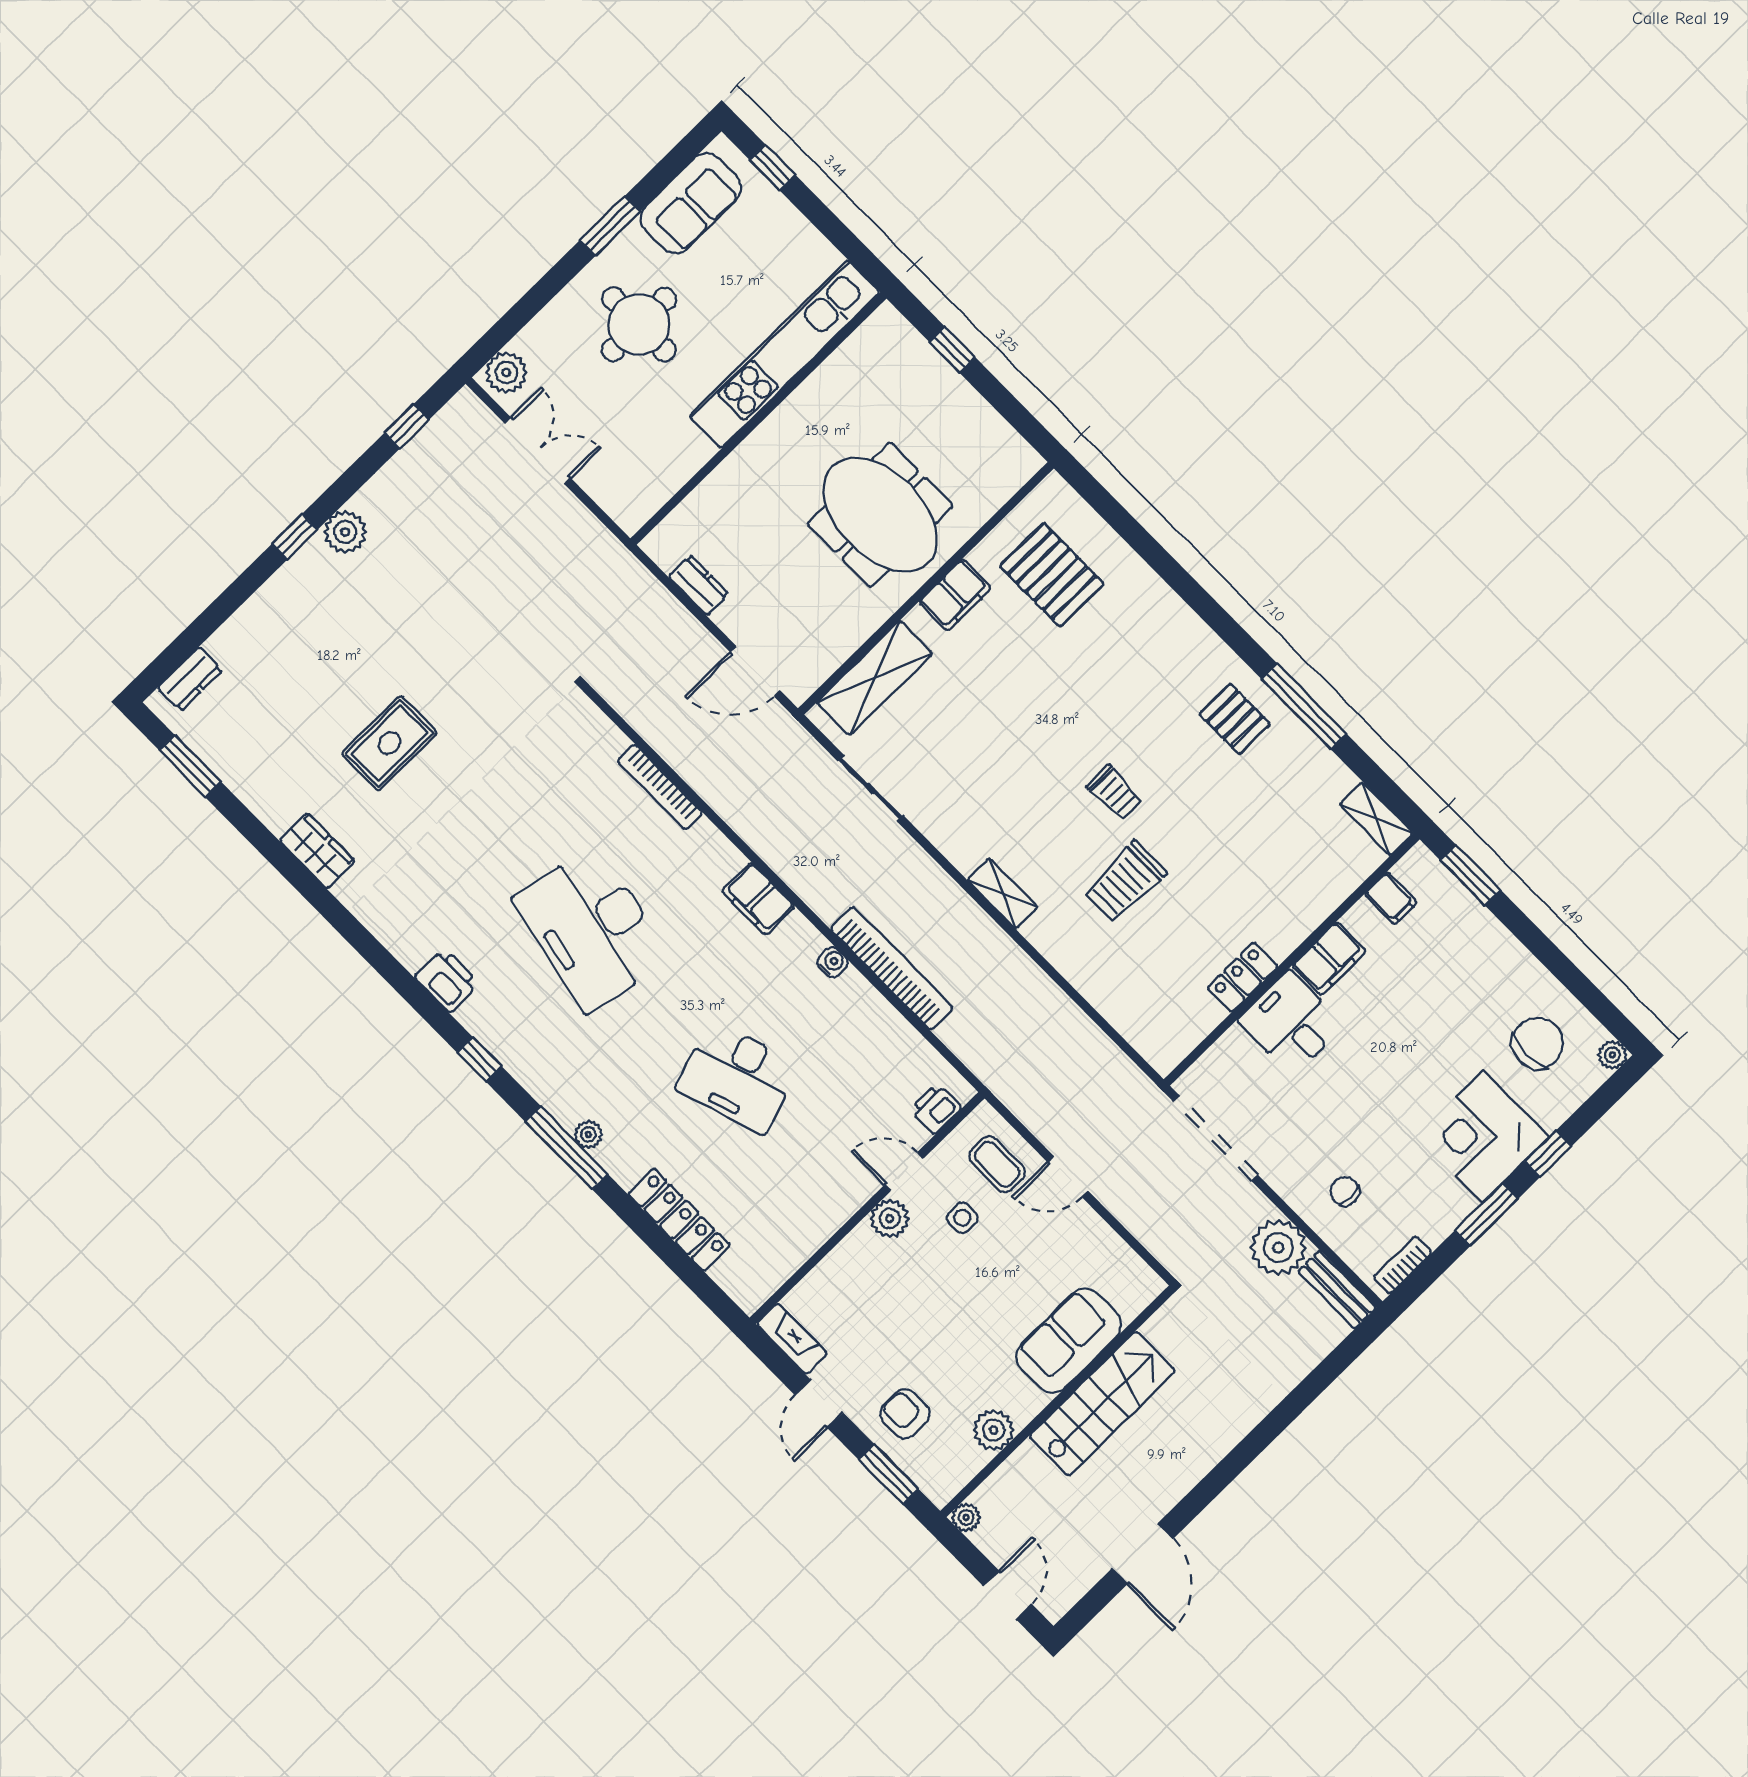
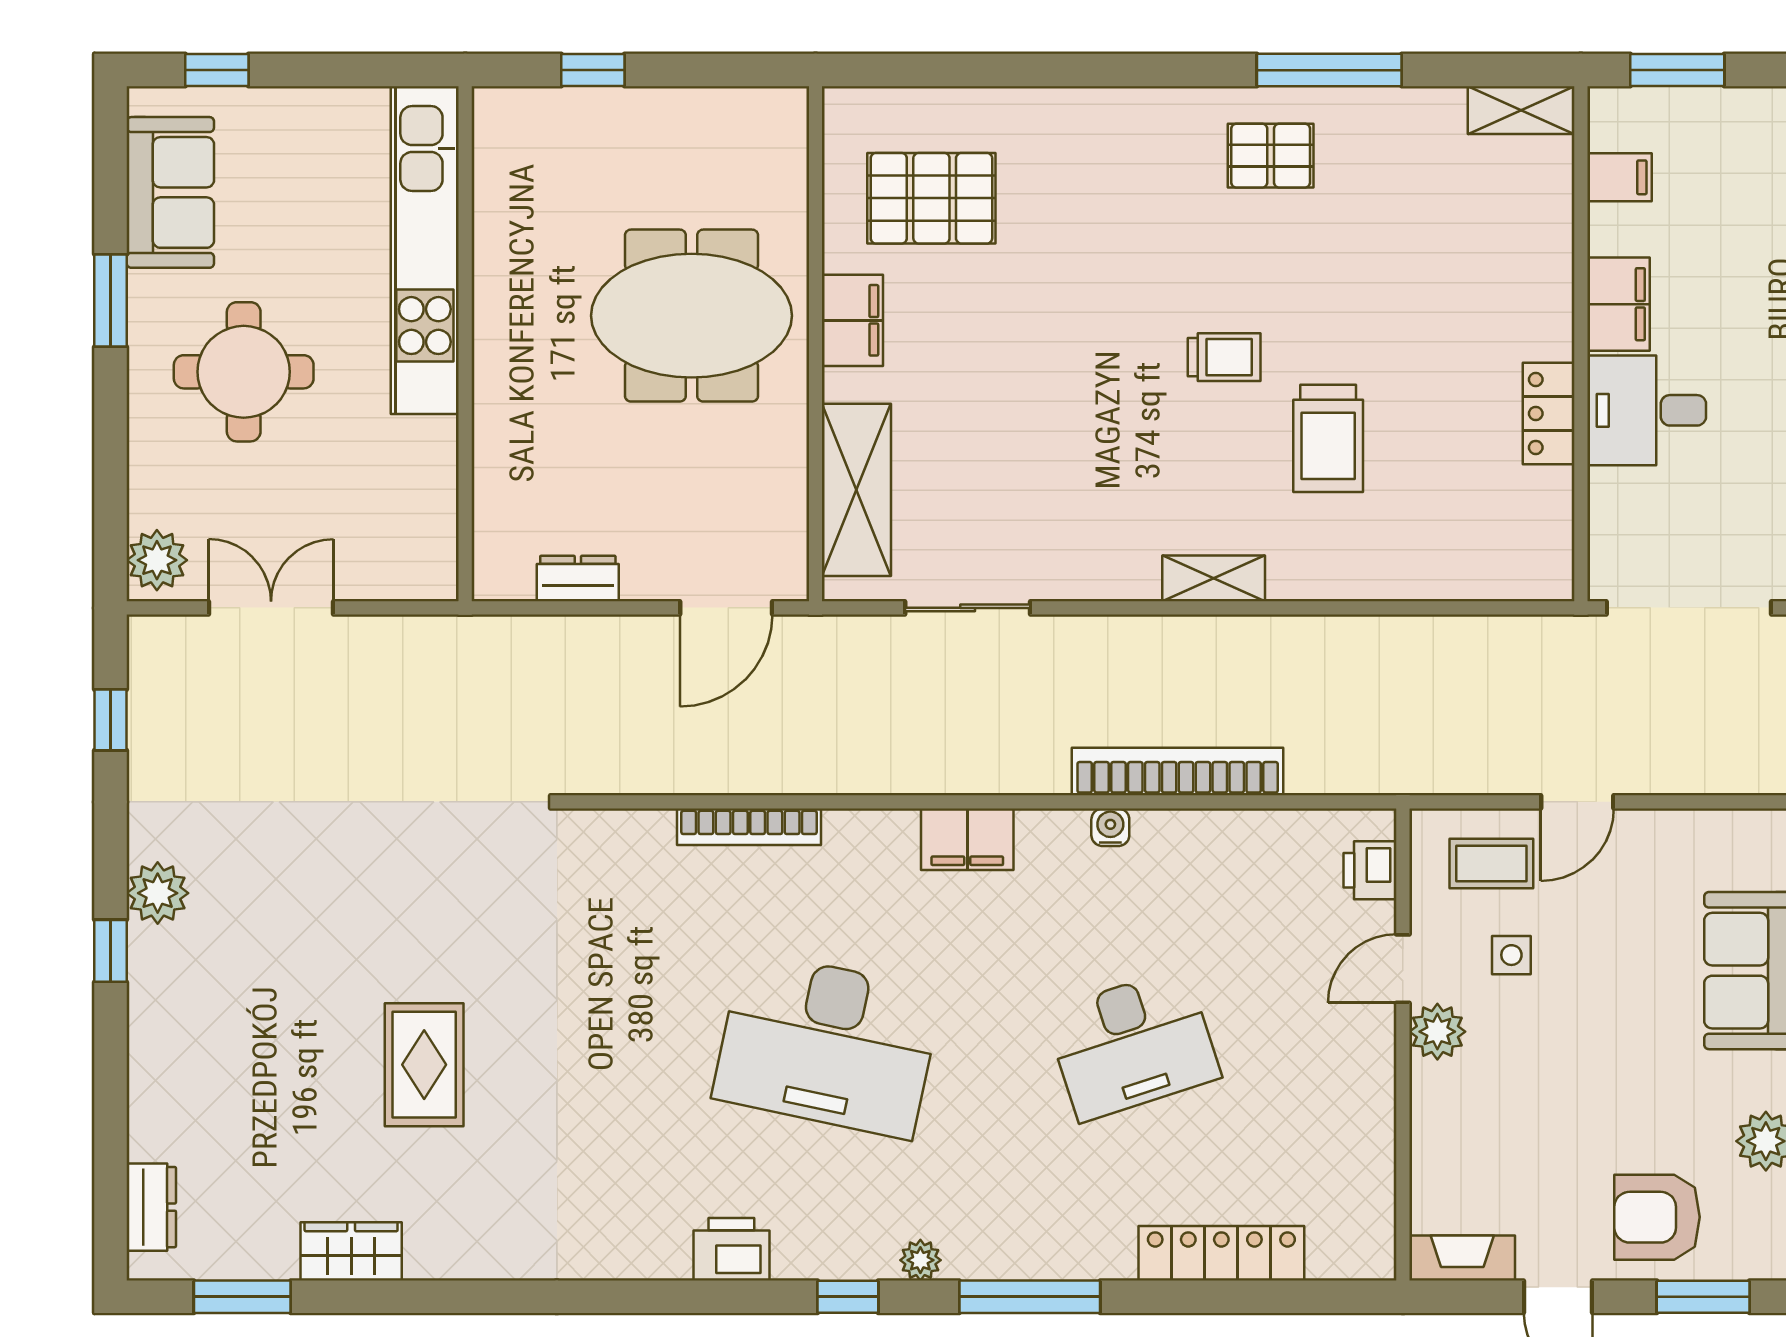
wardrobe: (317, 851) -> (351, 1251), moved
plant: (588, 1134) -> (920, 1260), moved
armchair: (905, 1414) -> (1657, 1217), width x1.38, depth x1.38

